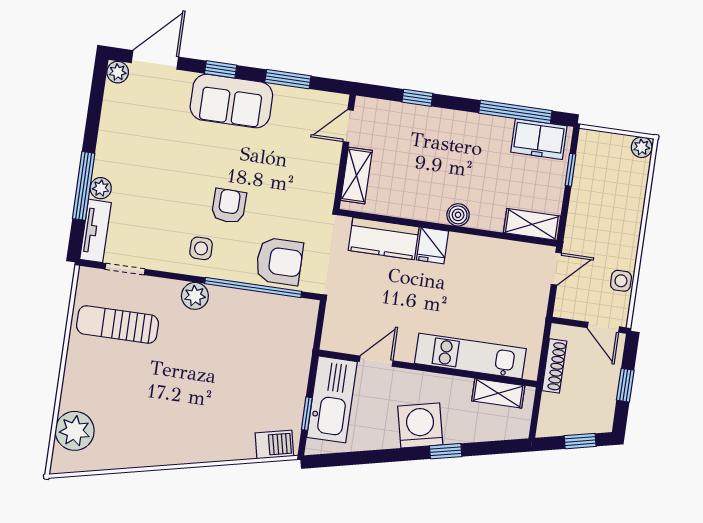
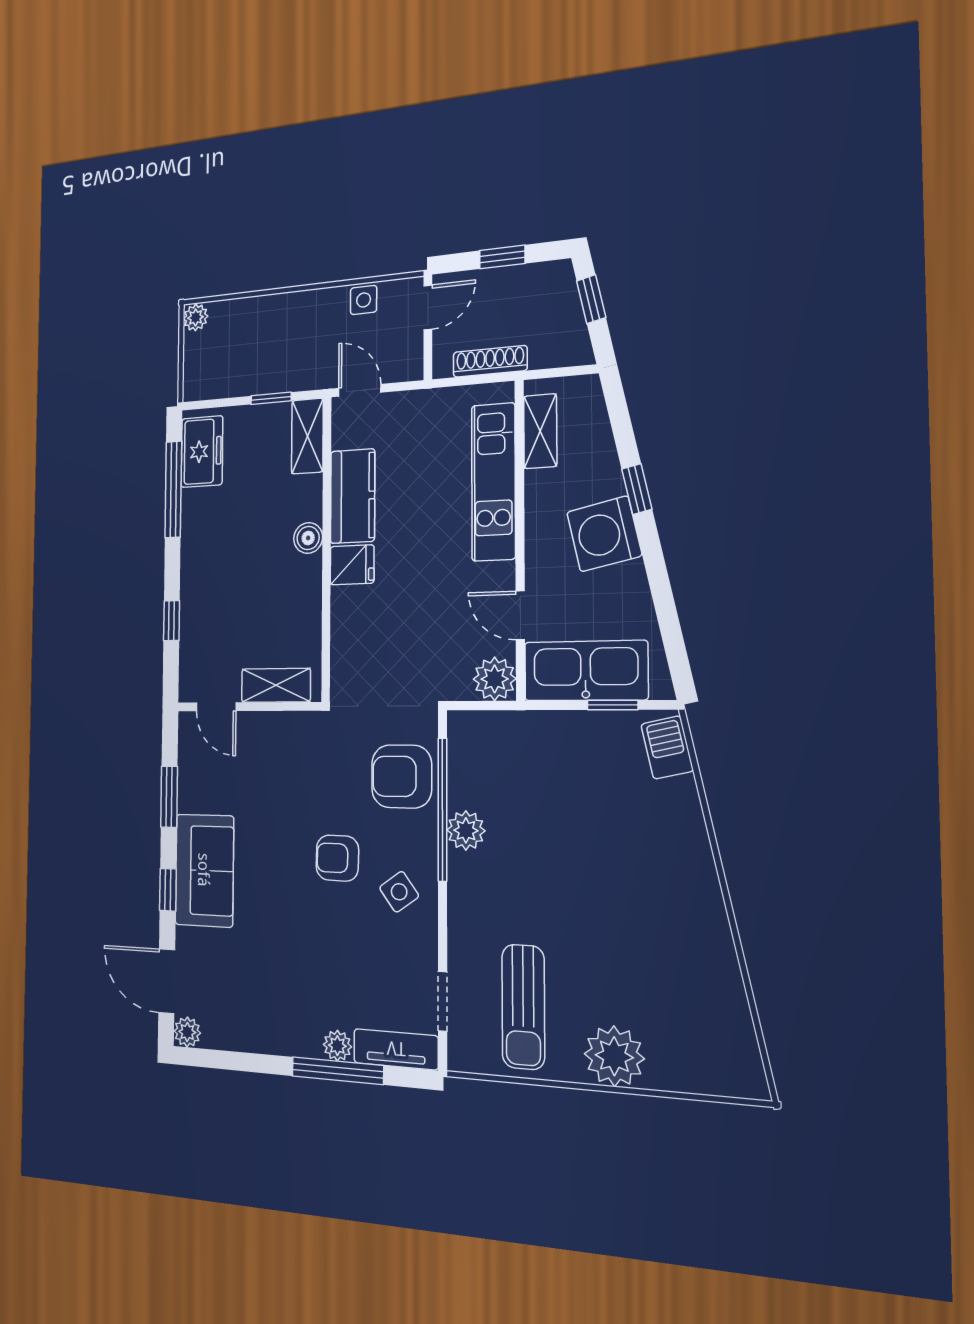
window: (570, 170) -> (271, 398), moved
kitchen counter: (384, 239) -> (353, 496), moved
side table: (201, 248) -> (399, 892), turned -36
armchair: (279, 261) -> (402, 776), turned -90
plant: (195, 296) -> (466, 830), moved
plant: (336, 337) -> (495, 679), added
plant: (75, 431) -> (614, 1056), moved

